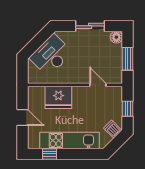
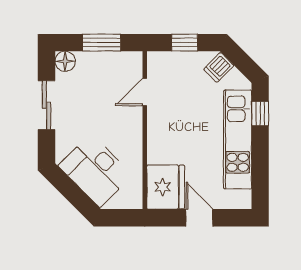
fridge: (58, 97) -> (166, 187), moved
door: (23, 118) -> (199, 218), hinge flipped
window: (49, 154) -> (260, 114), moved

